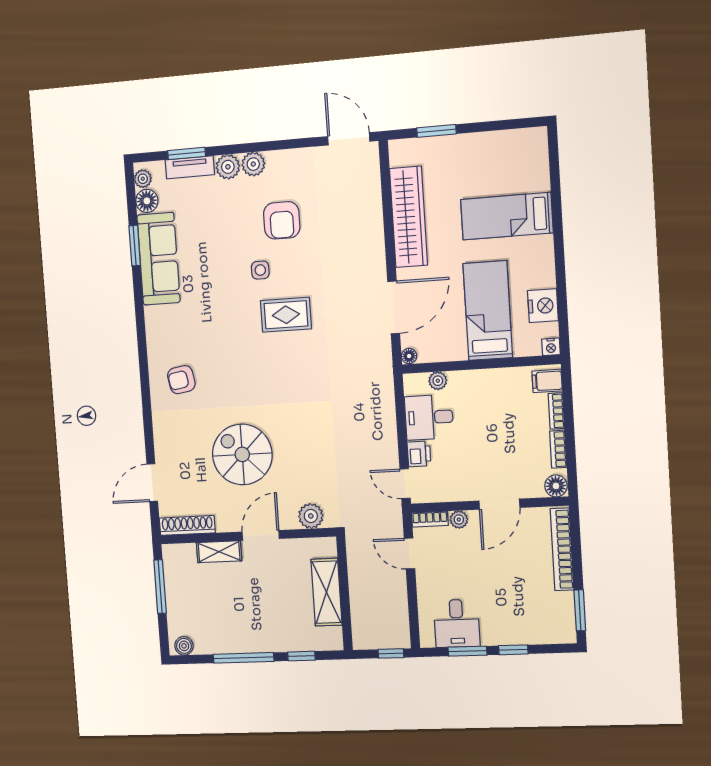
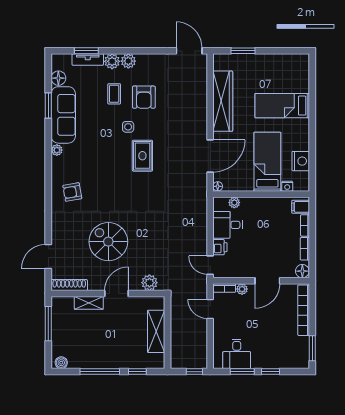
plant: (143, 179) -> (57, 150), moved
coffee table: (235, 219) -> (114, 94), added
rug: (286, 315) -> (142, 156), turned 90
nightstand: (551, 347) -> (287, 186), moved

